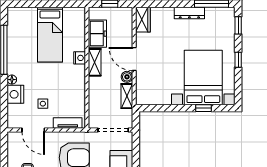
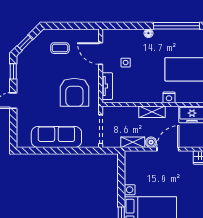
shelving: (95, 62) -> (152, 112), moved
nightstand: (15, 94) -> (134, 37), removed
door: (33, 130) -> (101, 53), hinge flipped

